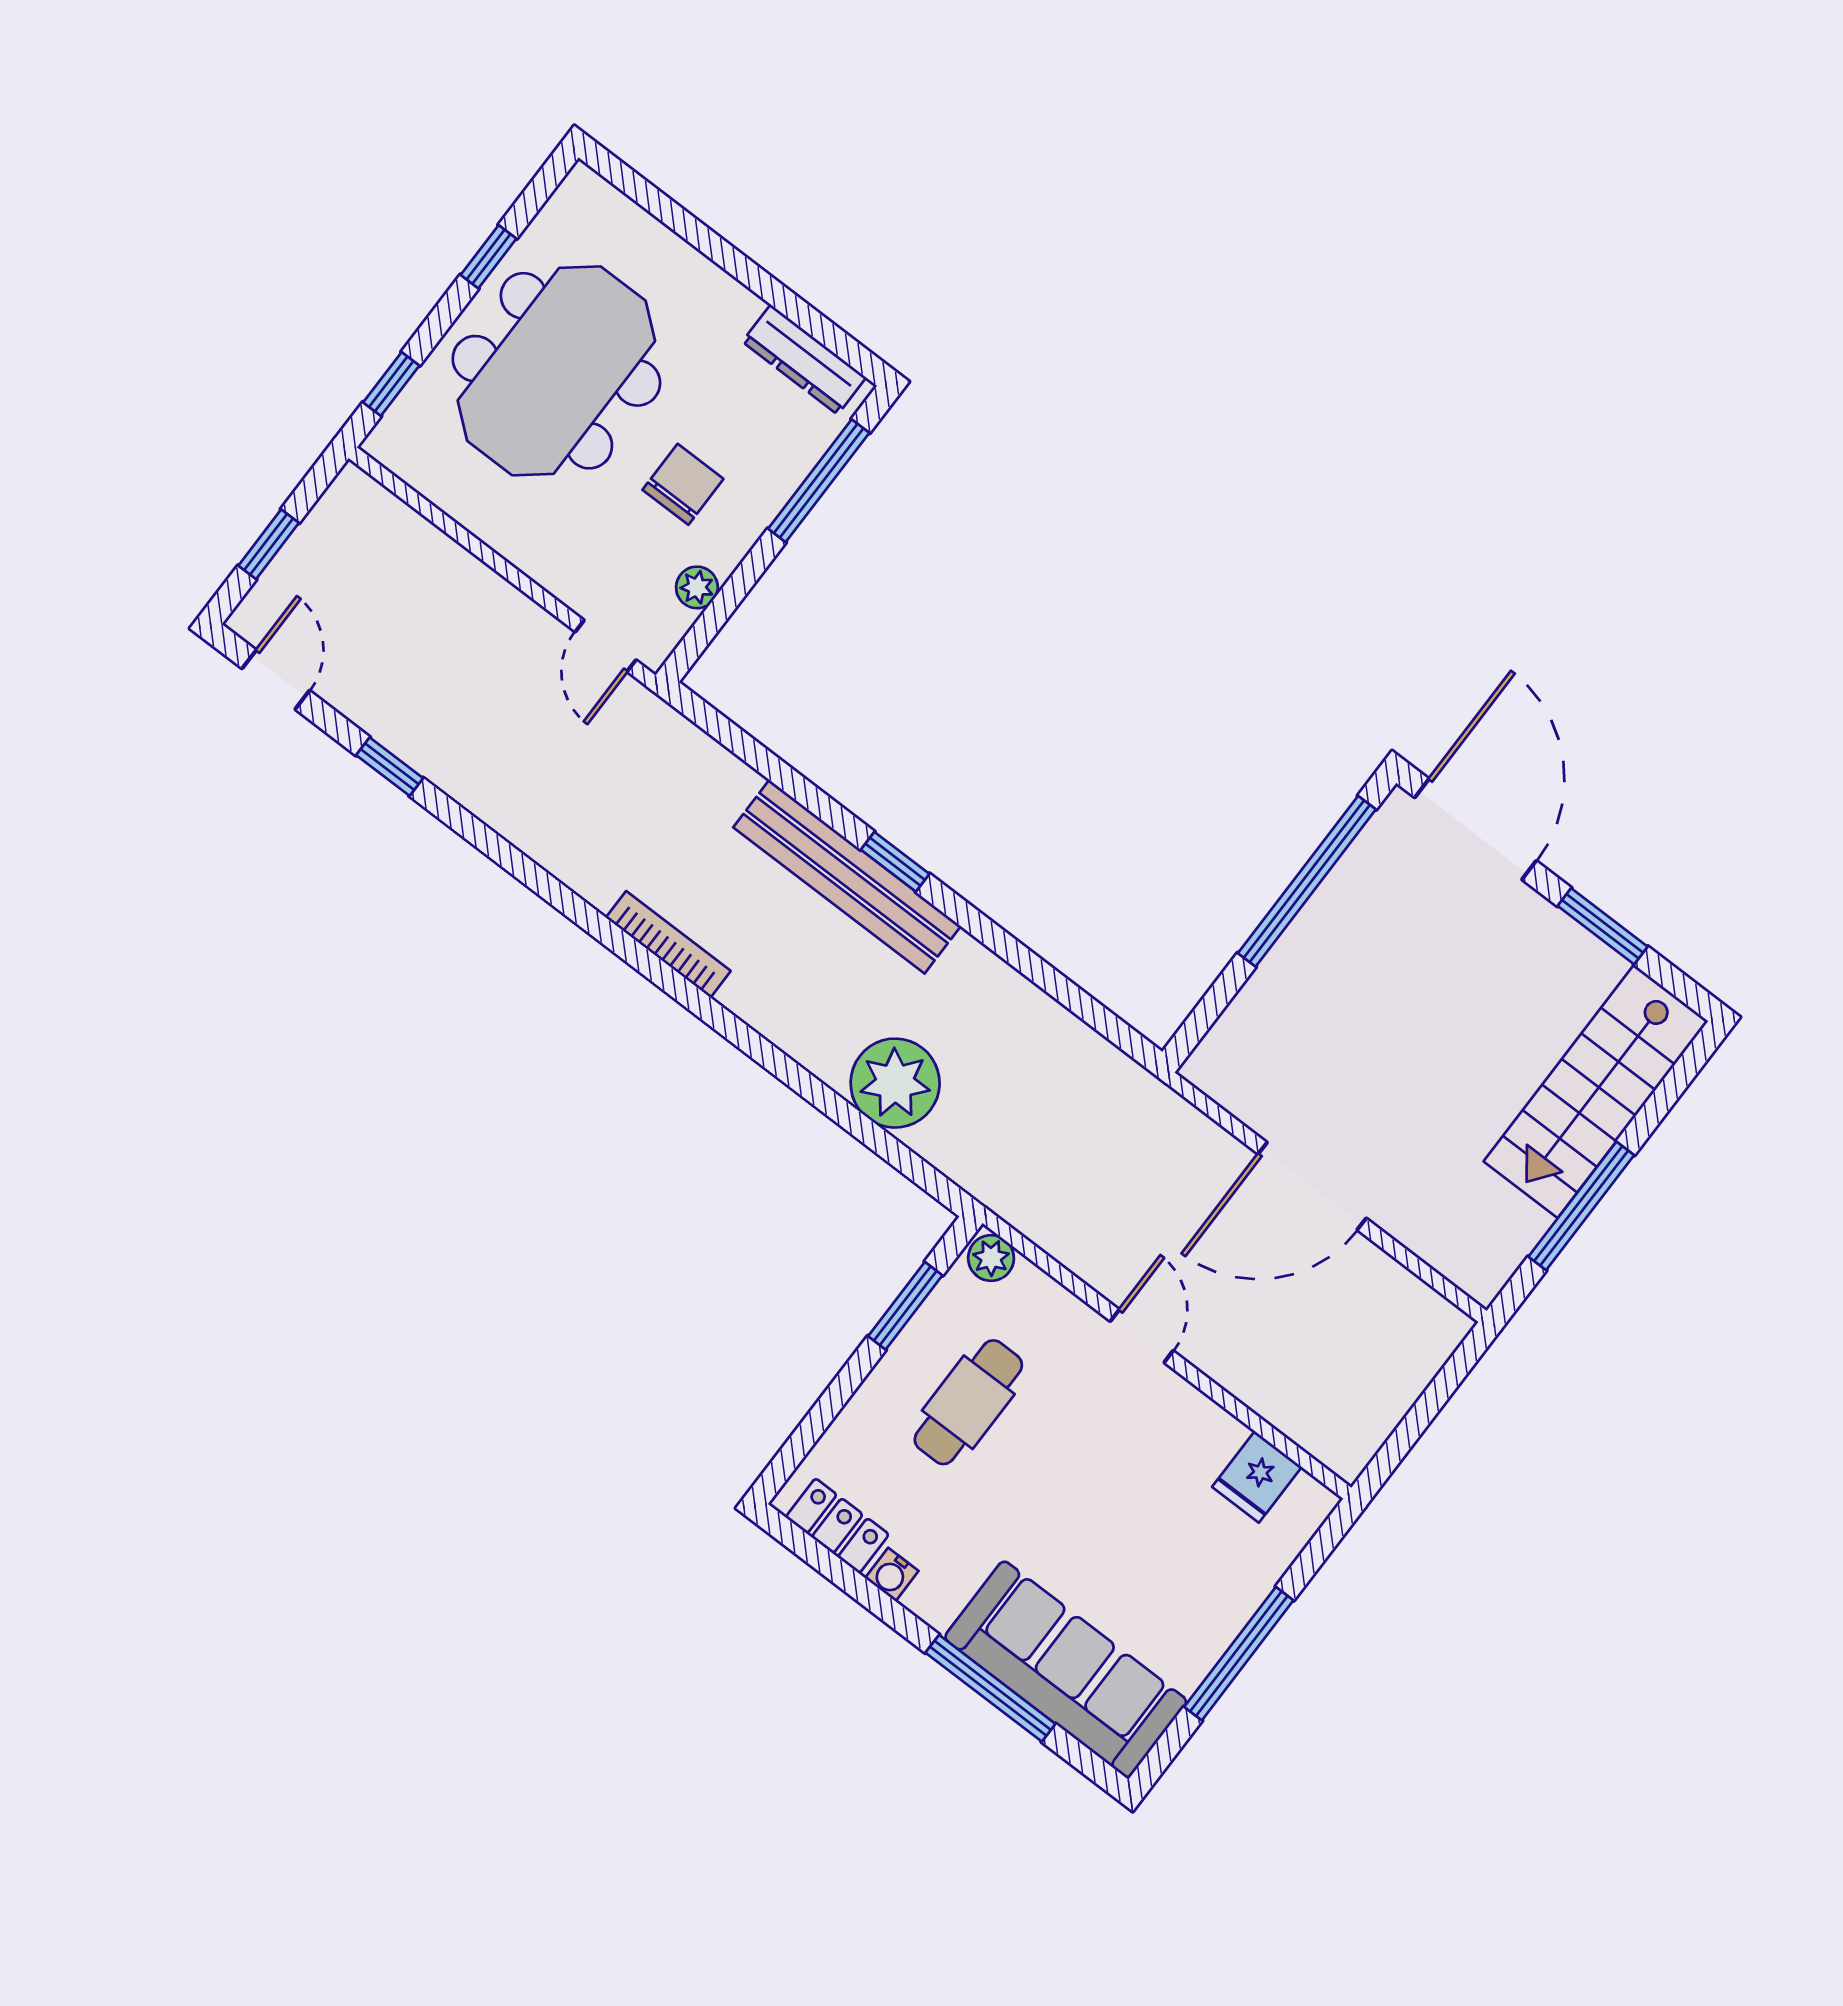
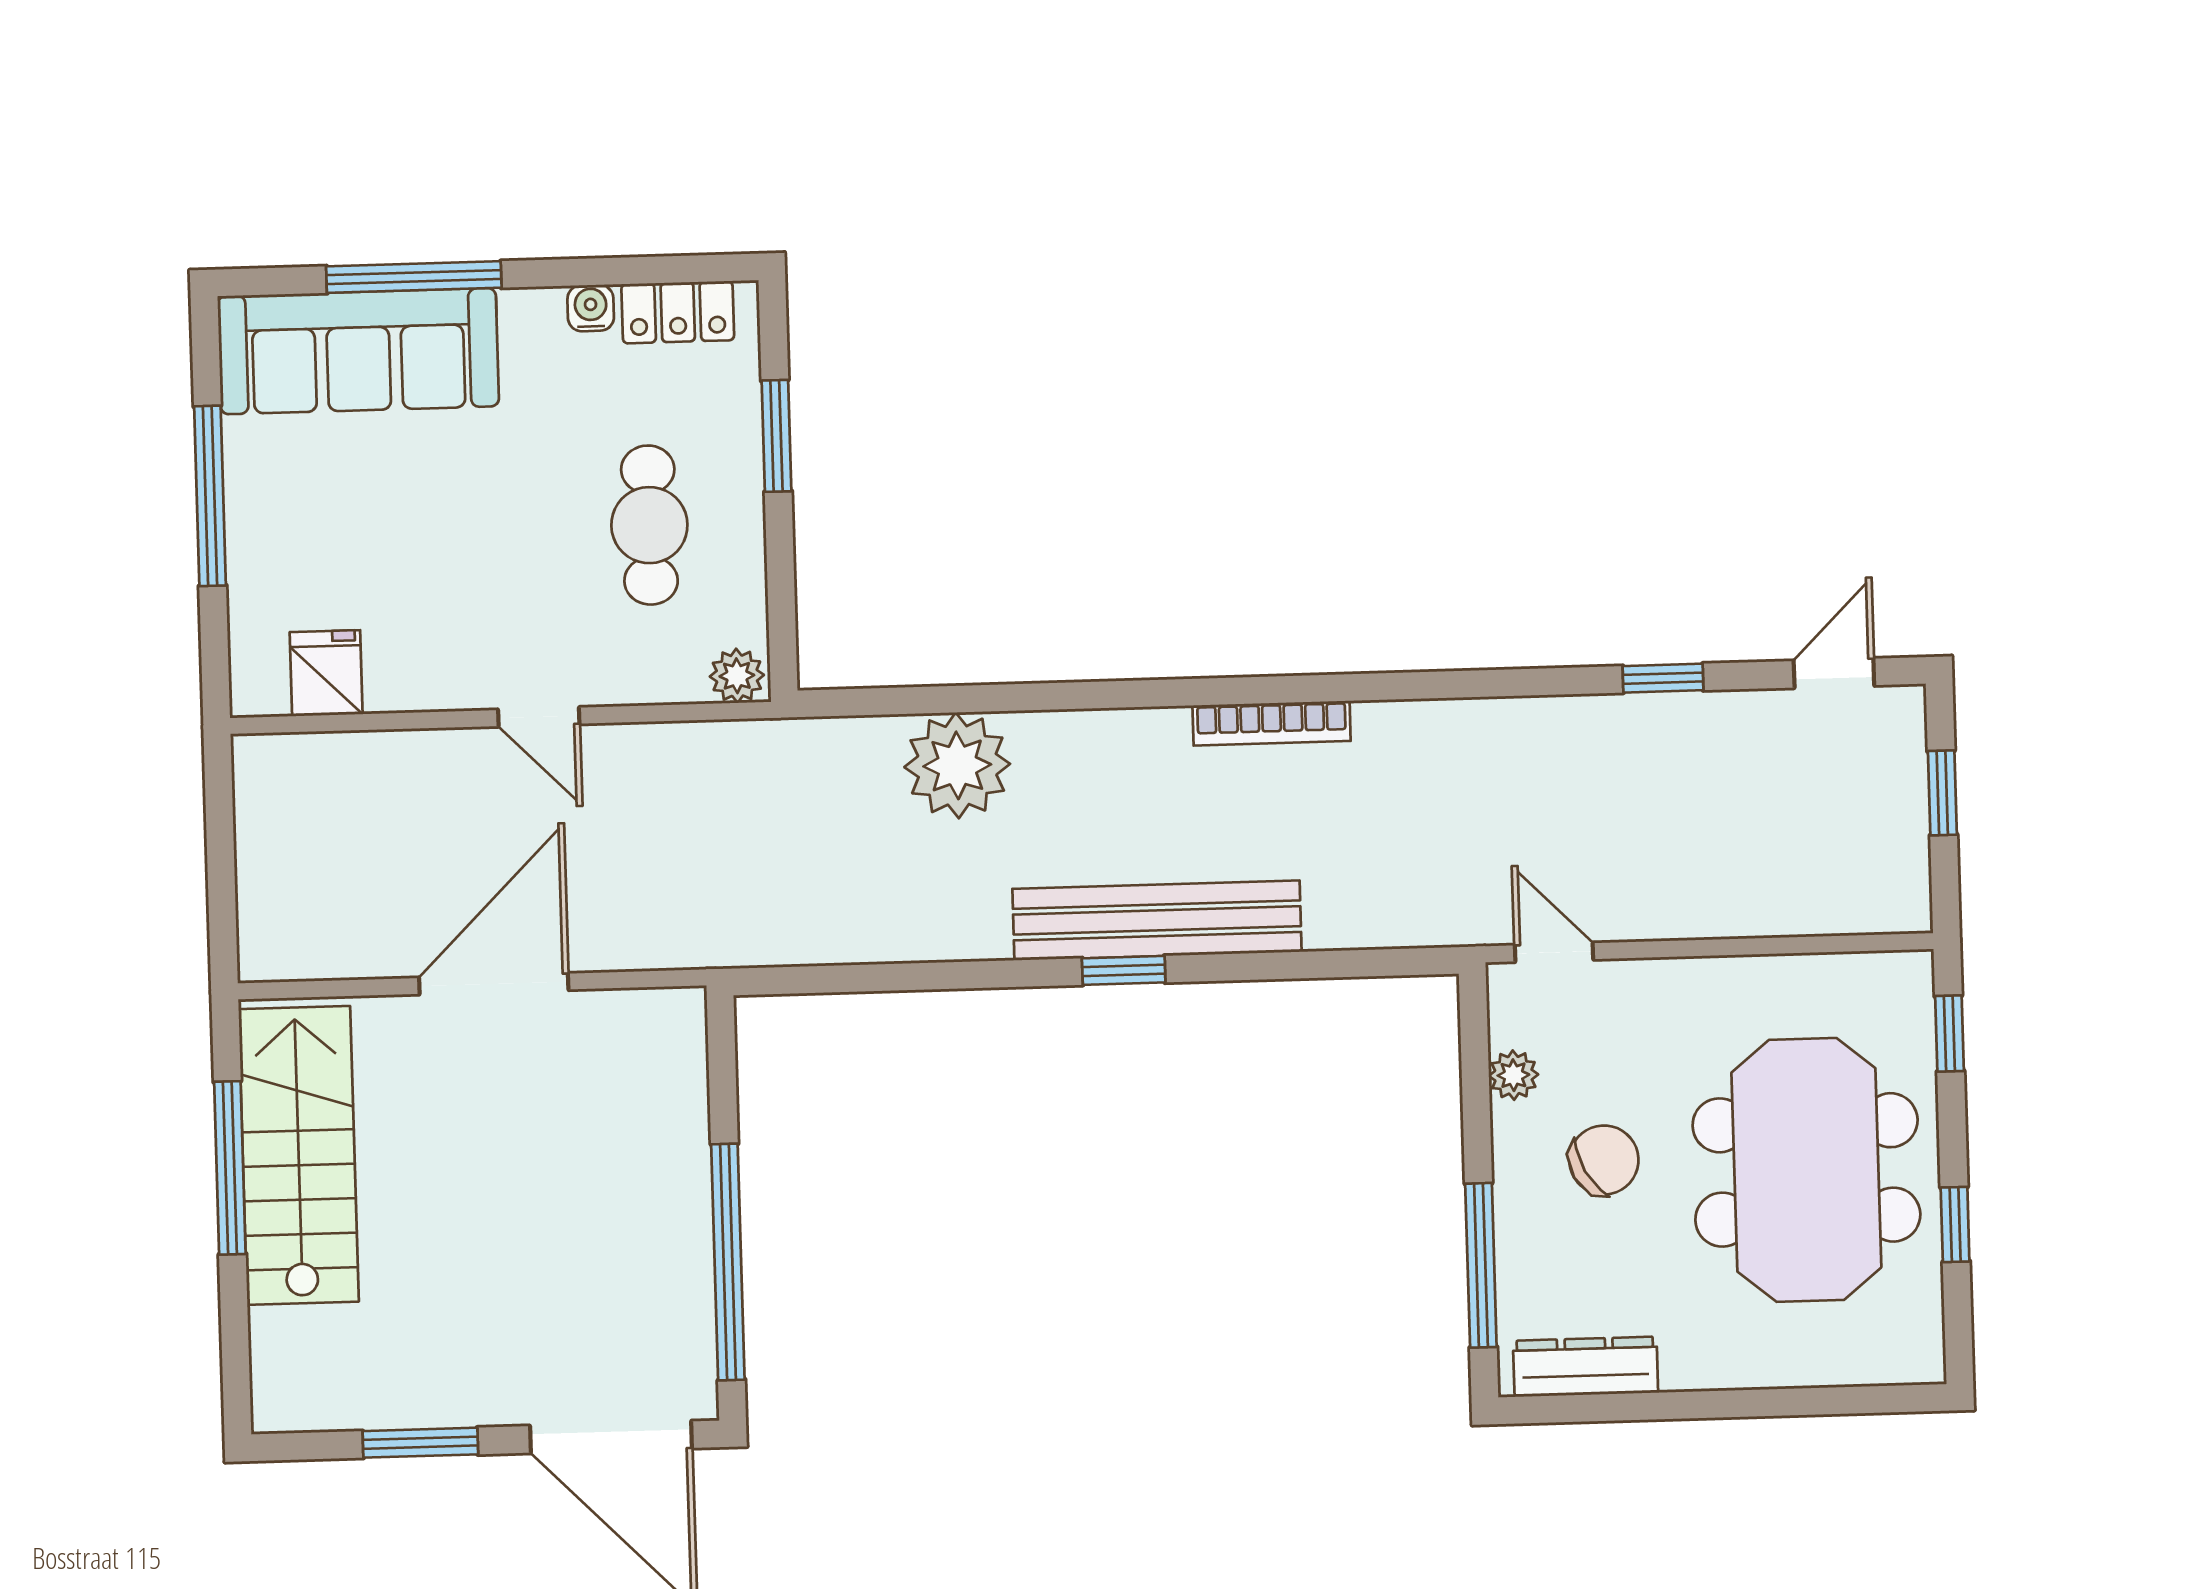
chair: (683, 484) -> (1604, 1160), turned -119
door: (276, 680) -> (1834, 673), swing flipped
stairs: (1596, 1091) -> (299, 1155), moved
window: (905, 1306) -> (776, 436), moved

